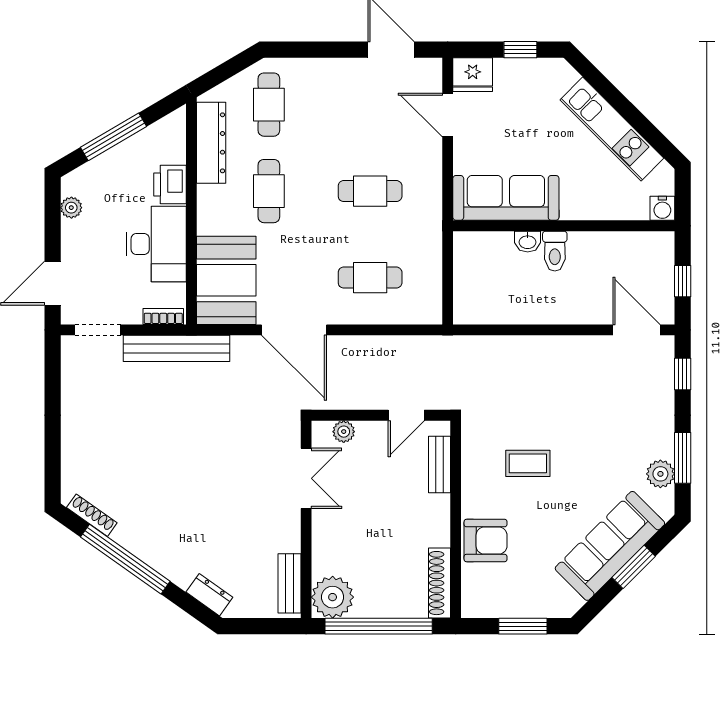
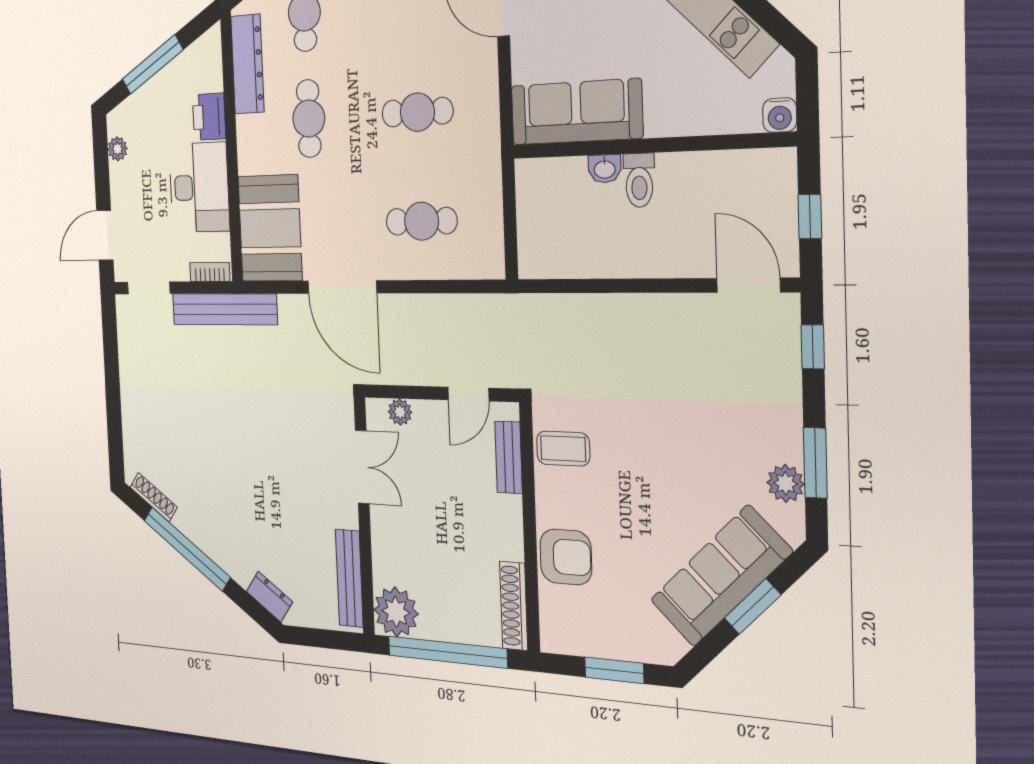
coffee table: (528, 463) -> (563, 449), moved
bench: (289, 583) -> (349, 578), width x1.36

